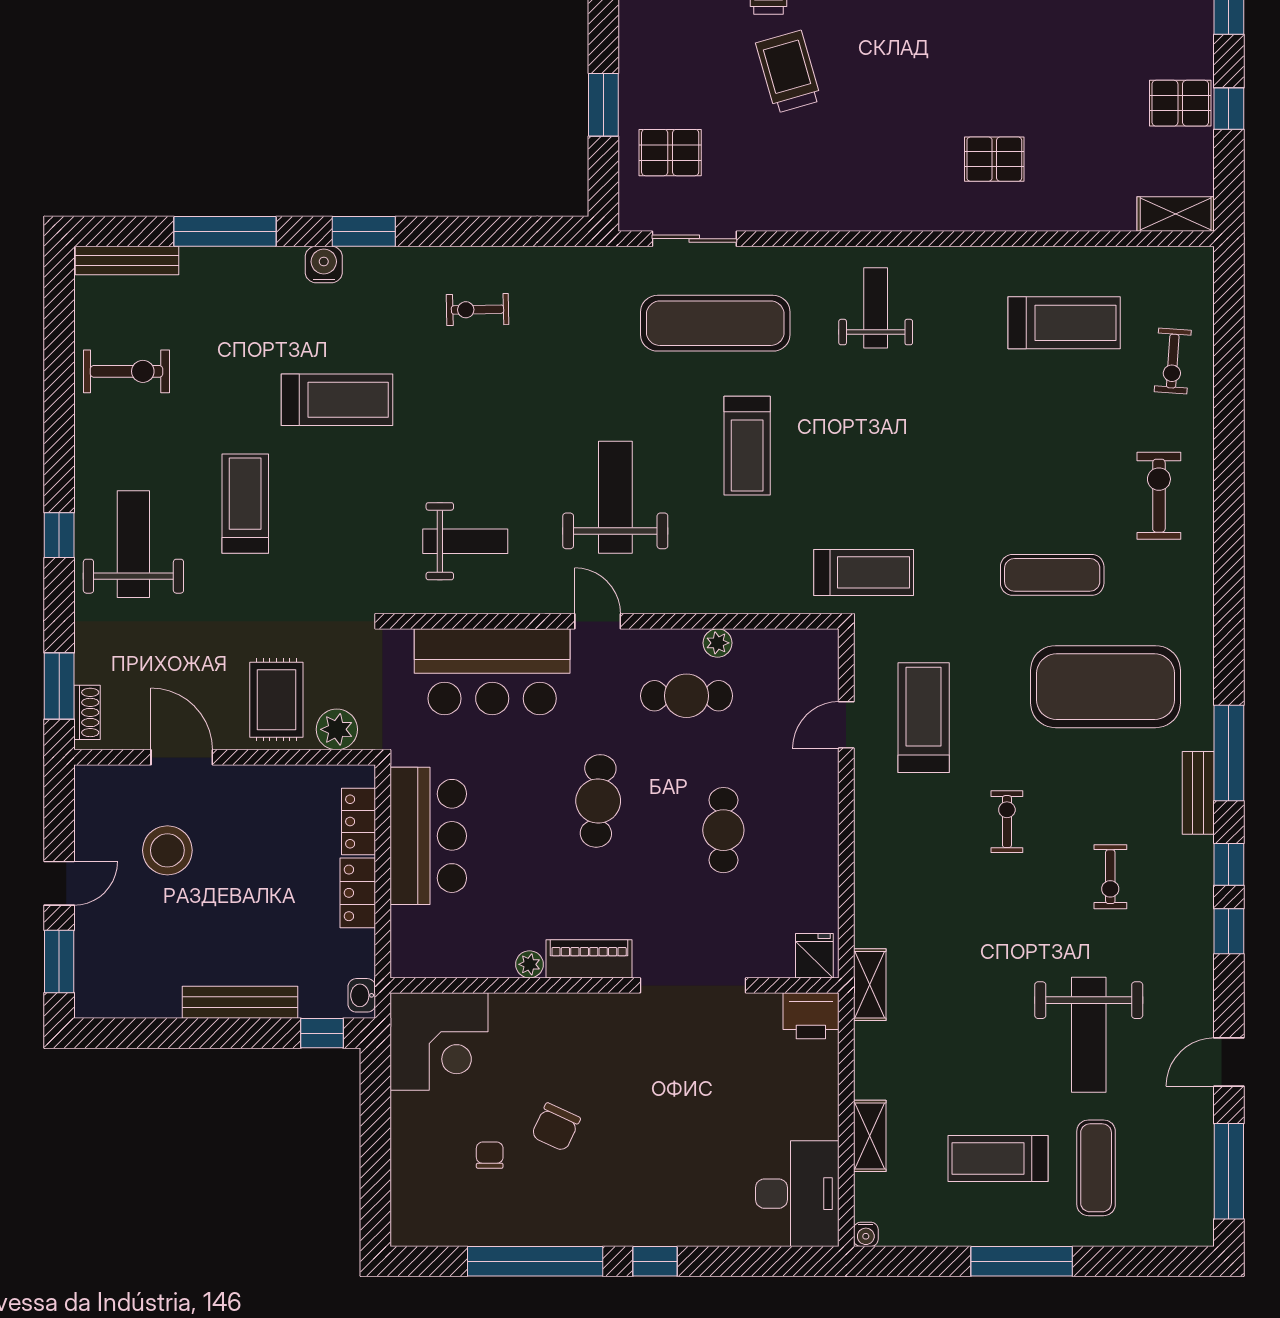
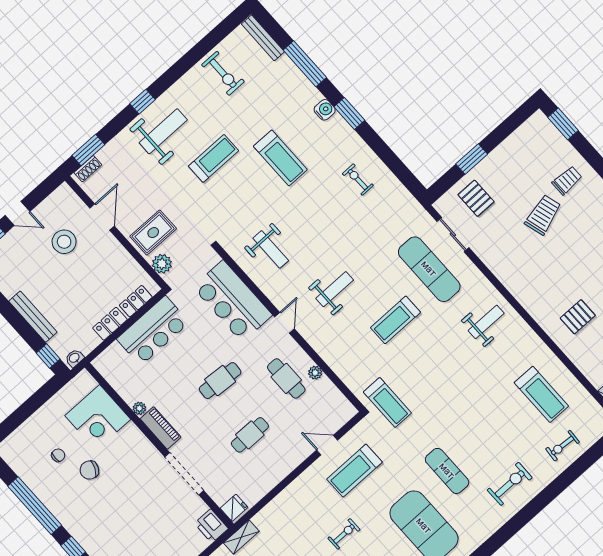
pallet: (994, 159) -> (578, 317), turned 90
weight bench: (615, 497) -> (335, 289), width x0.73, depth x0.75
treadmill: (924, 718) -> (354, 471), turned 180
corner desk: (439, 1042) -> (98, 418), moved

